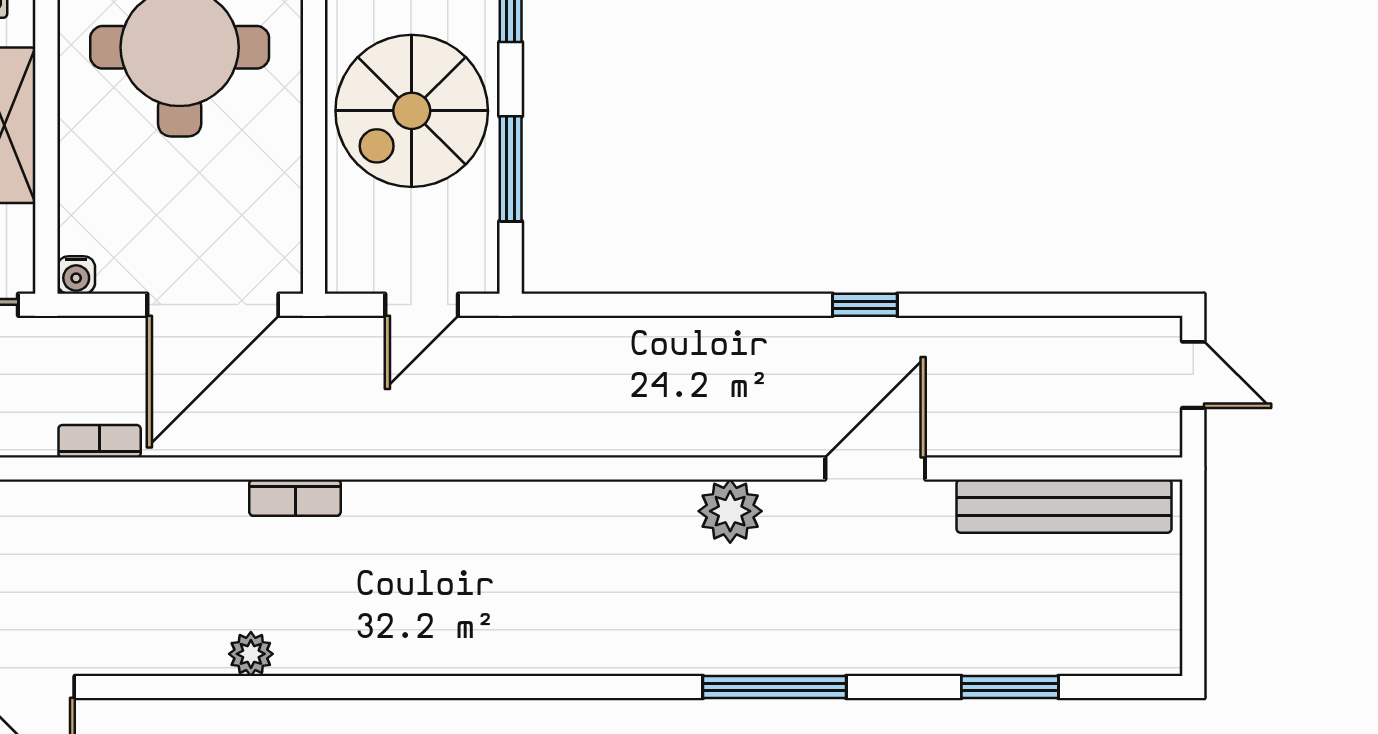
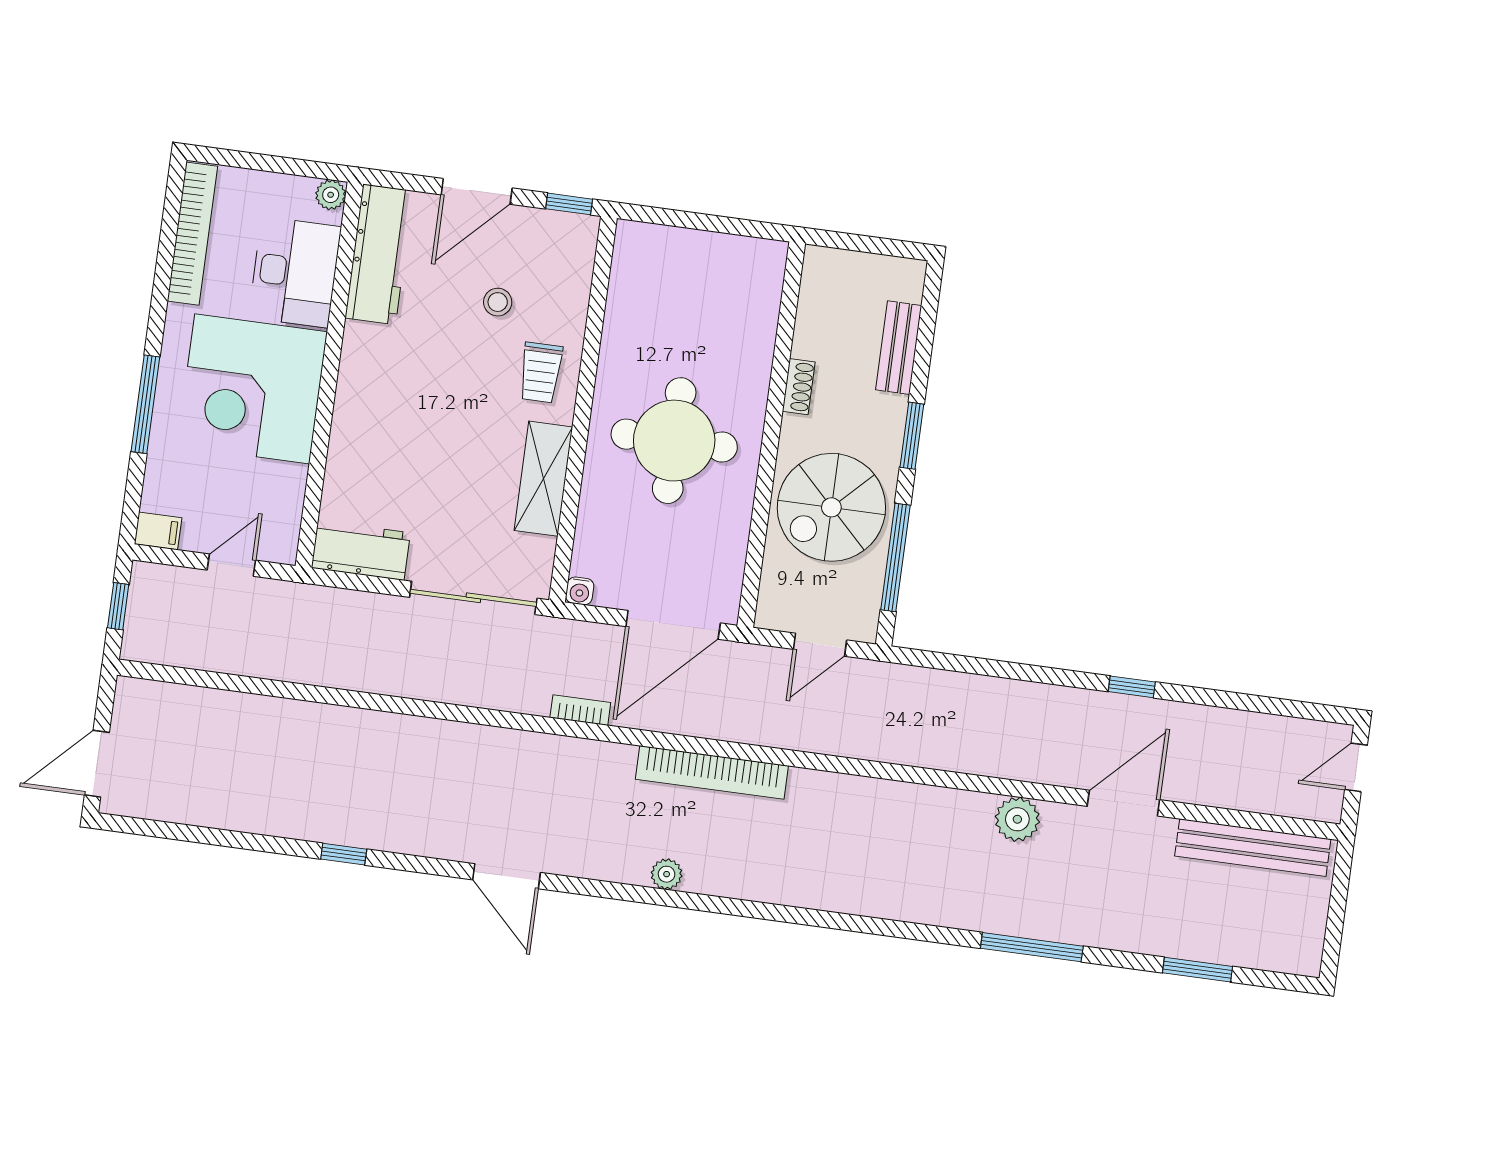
window: (511, 169) -> (895, 557), width x1.44
door: (1193, 375) -> (1356, 767), swing flipped
bookcase: (295, 498) -> (712, 772), width x2.31, depth x1.31

